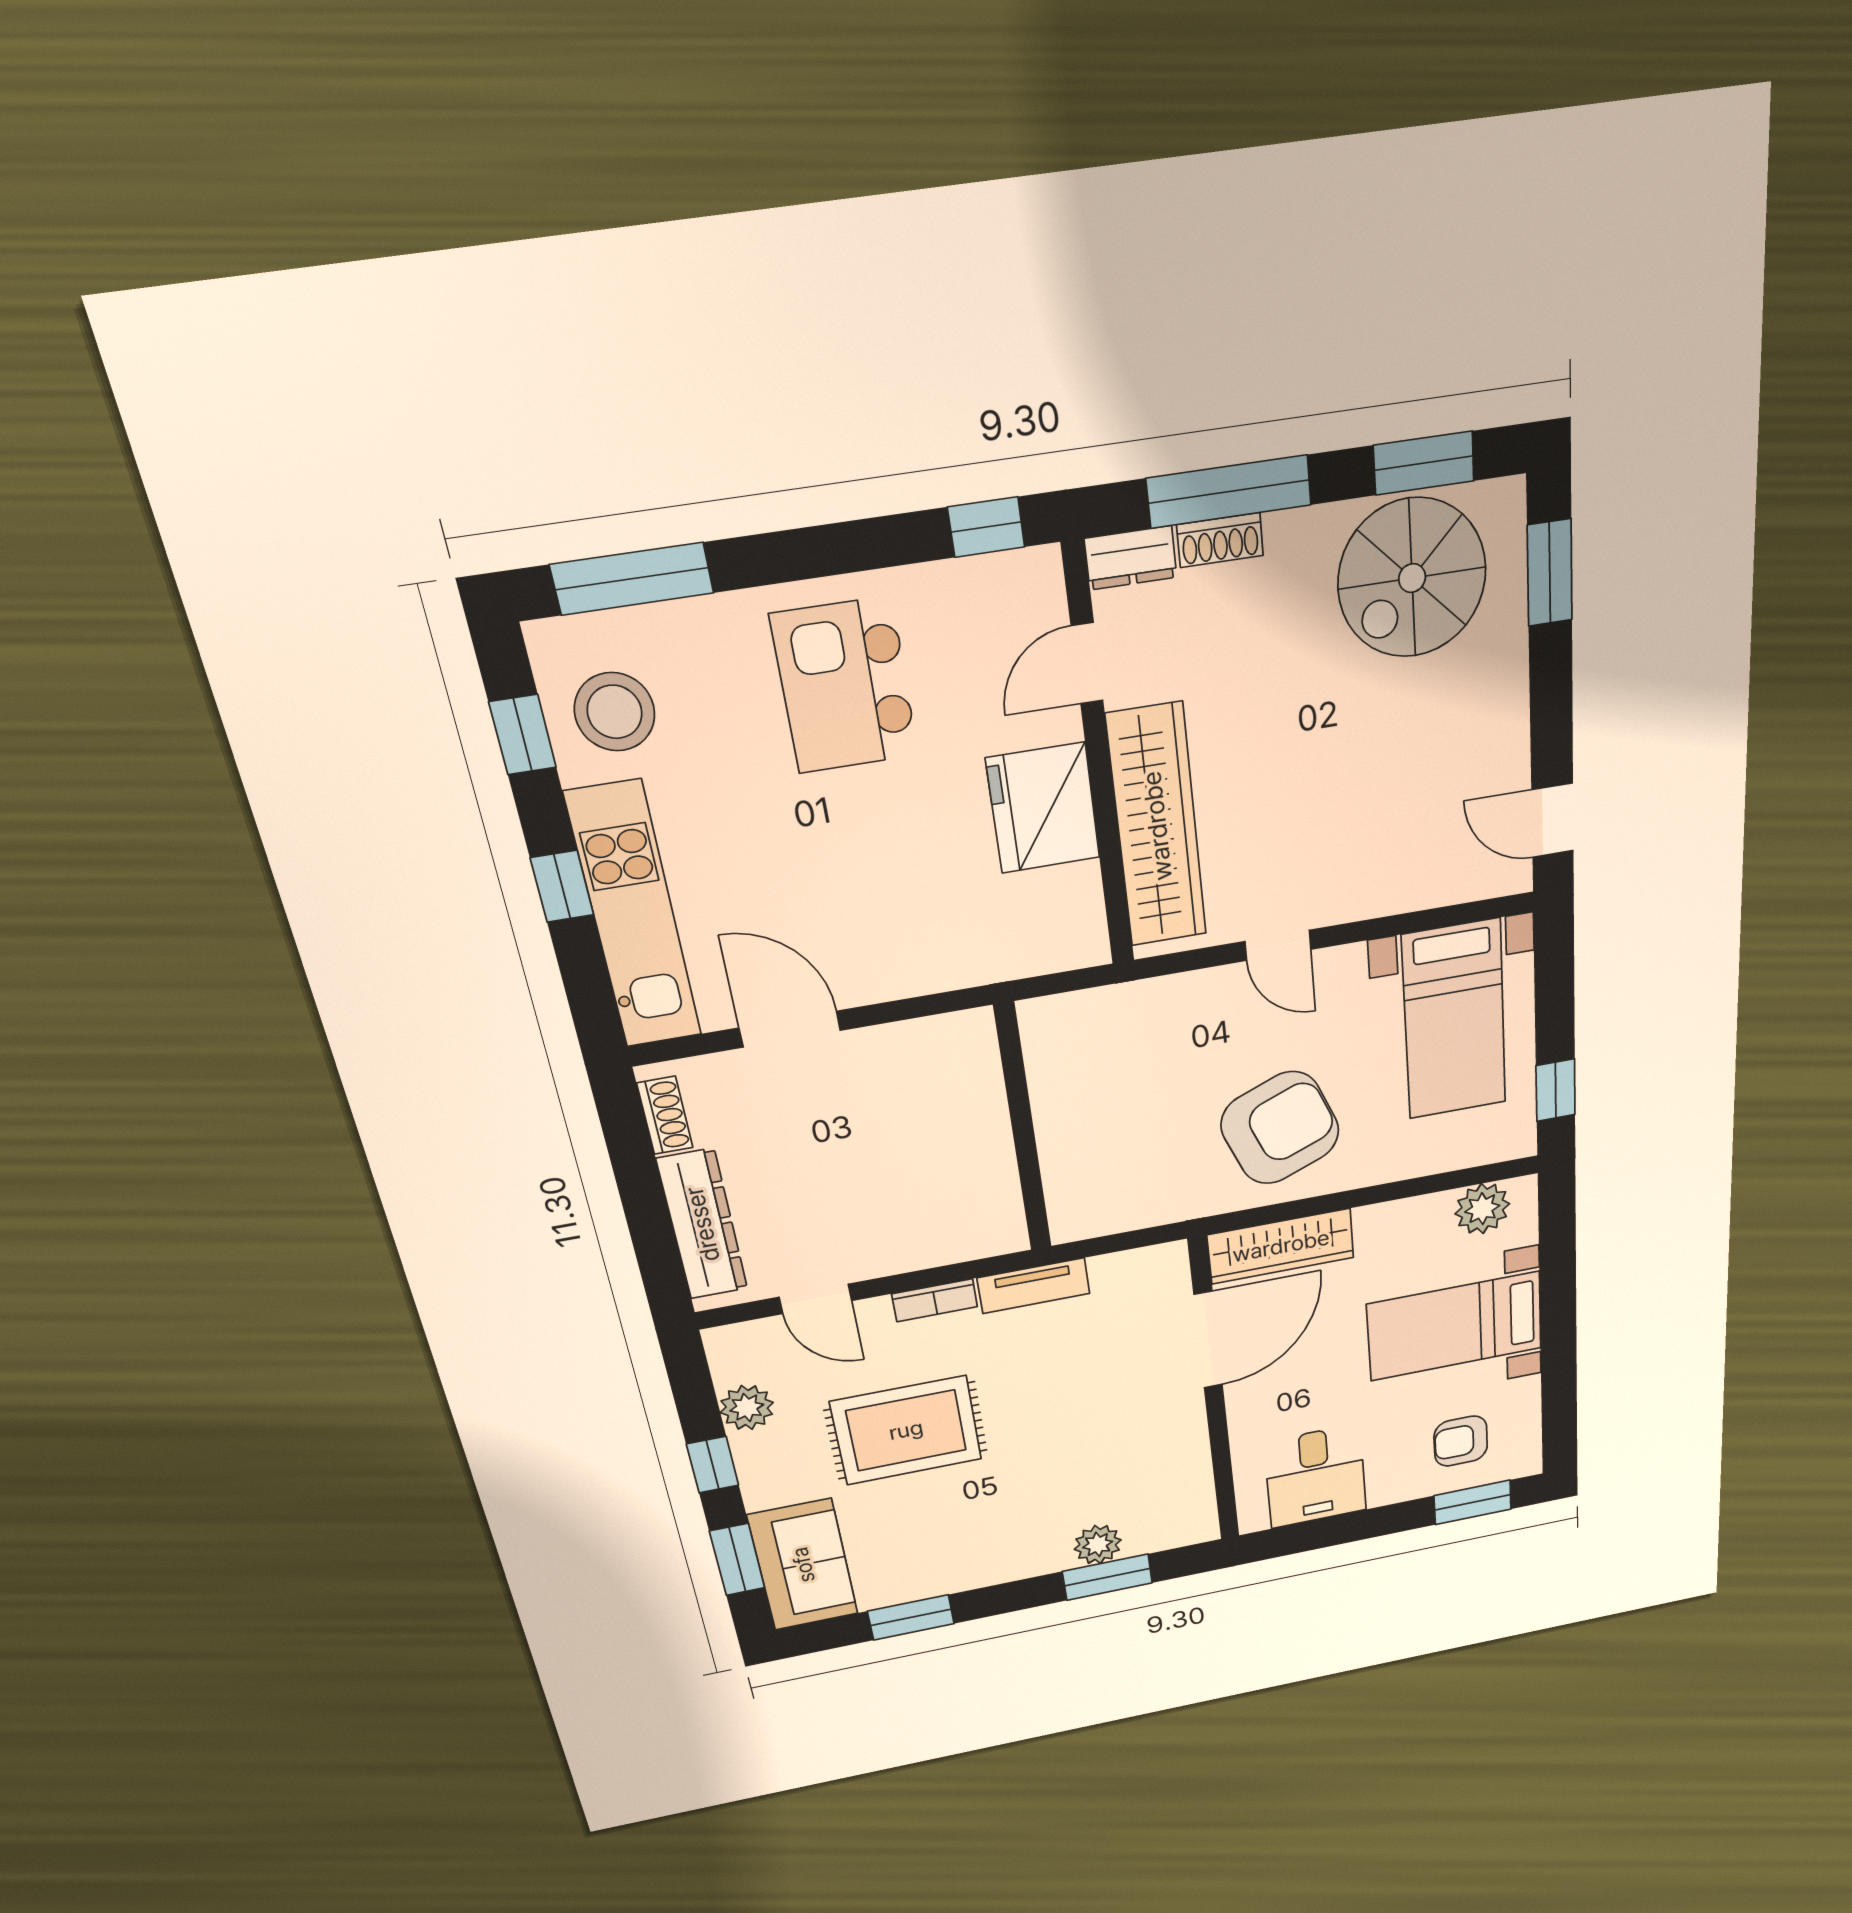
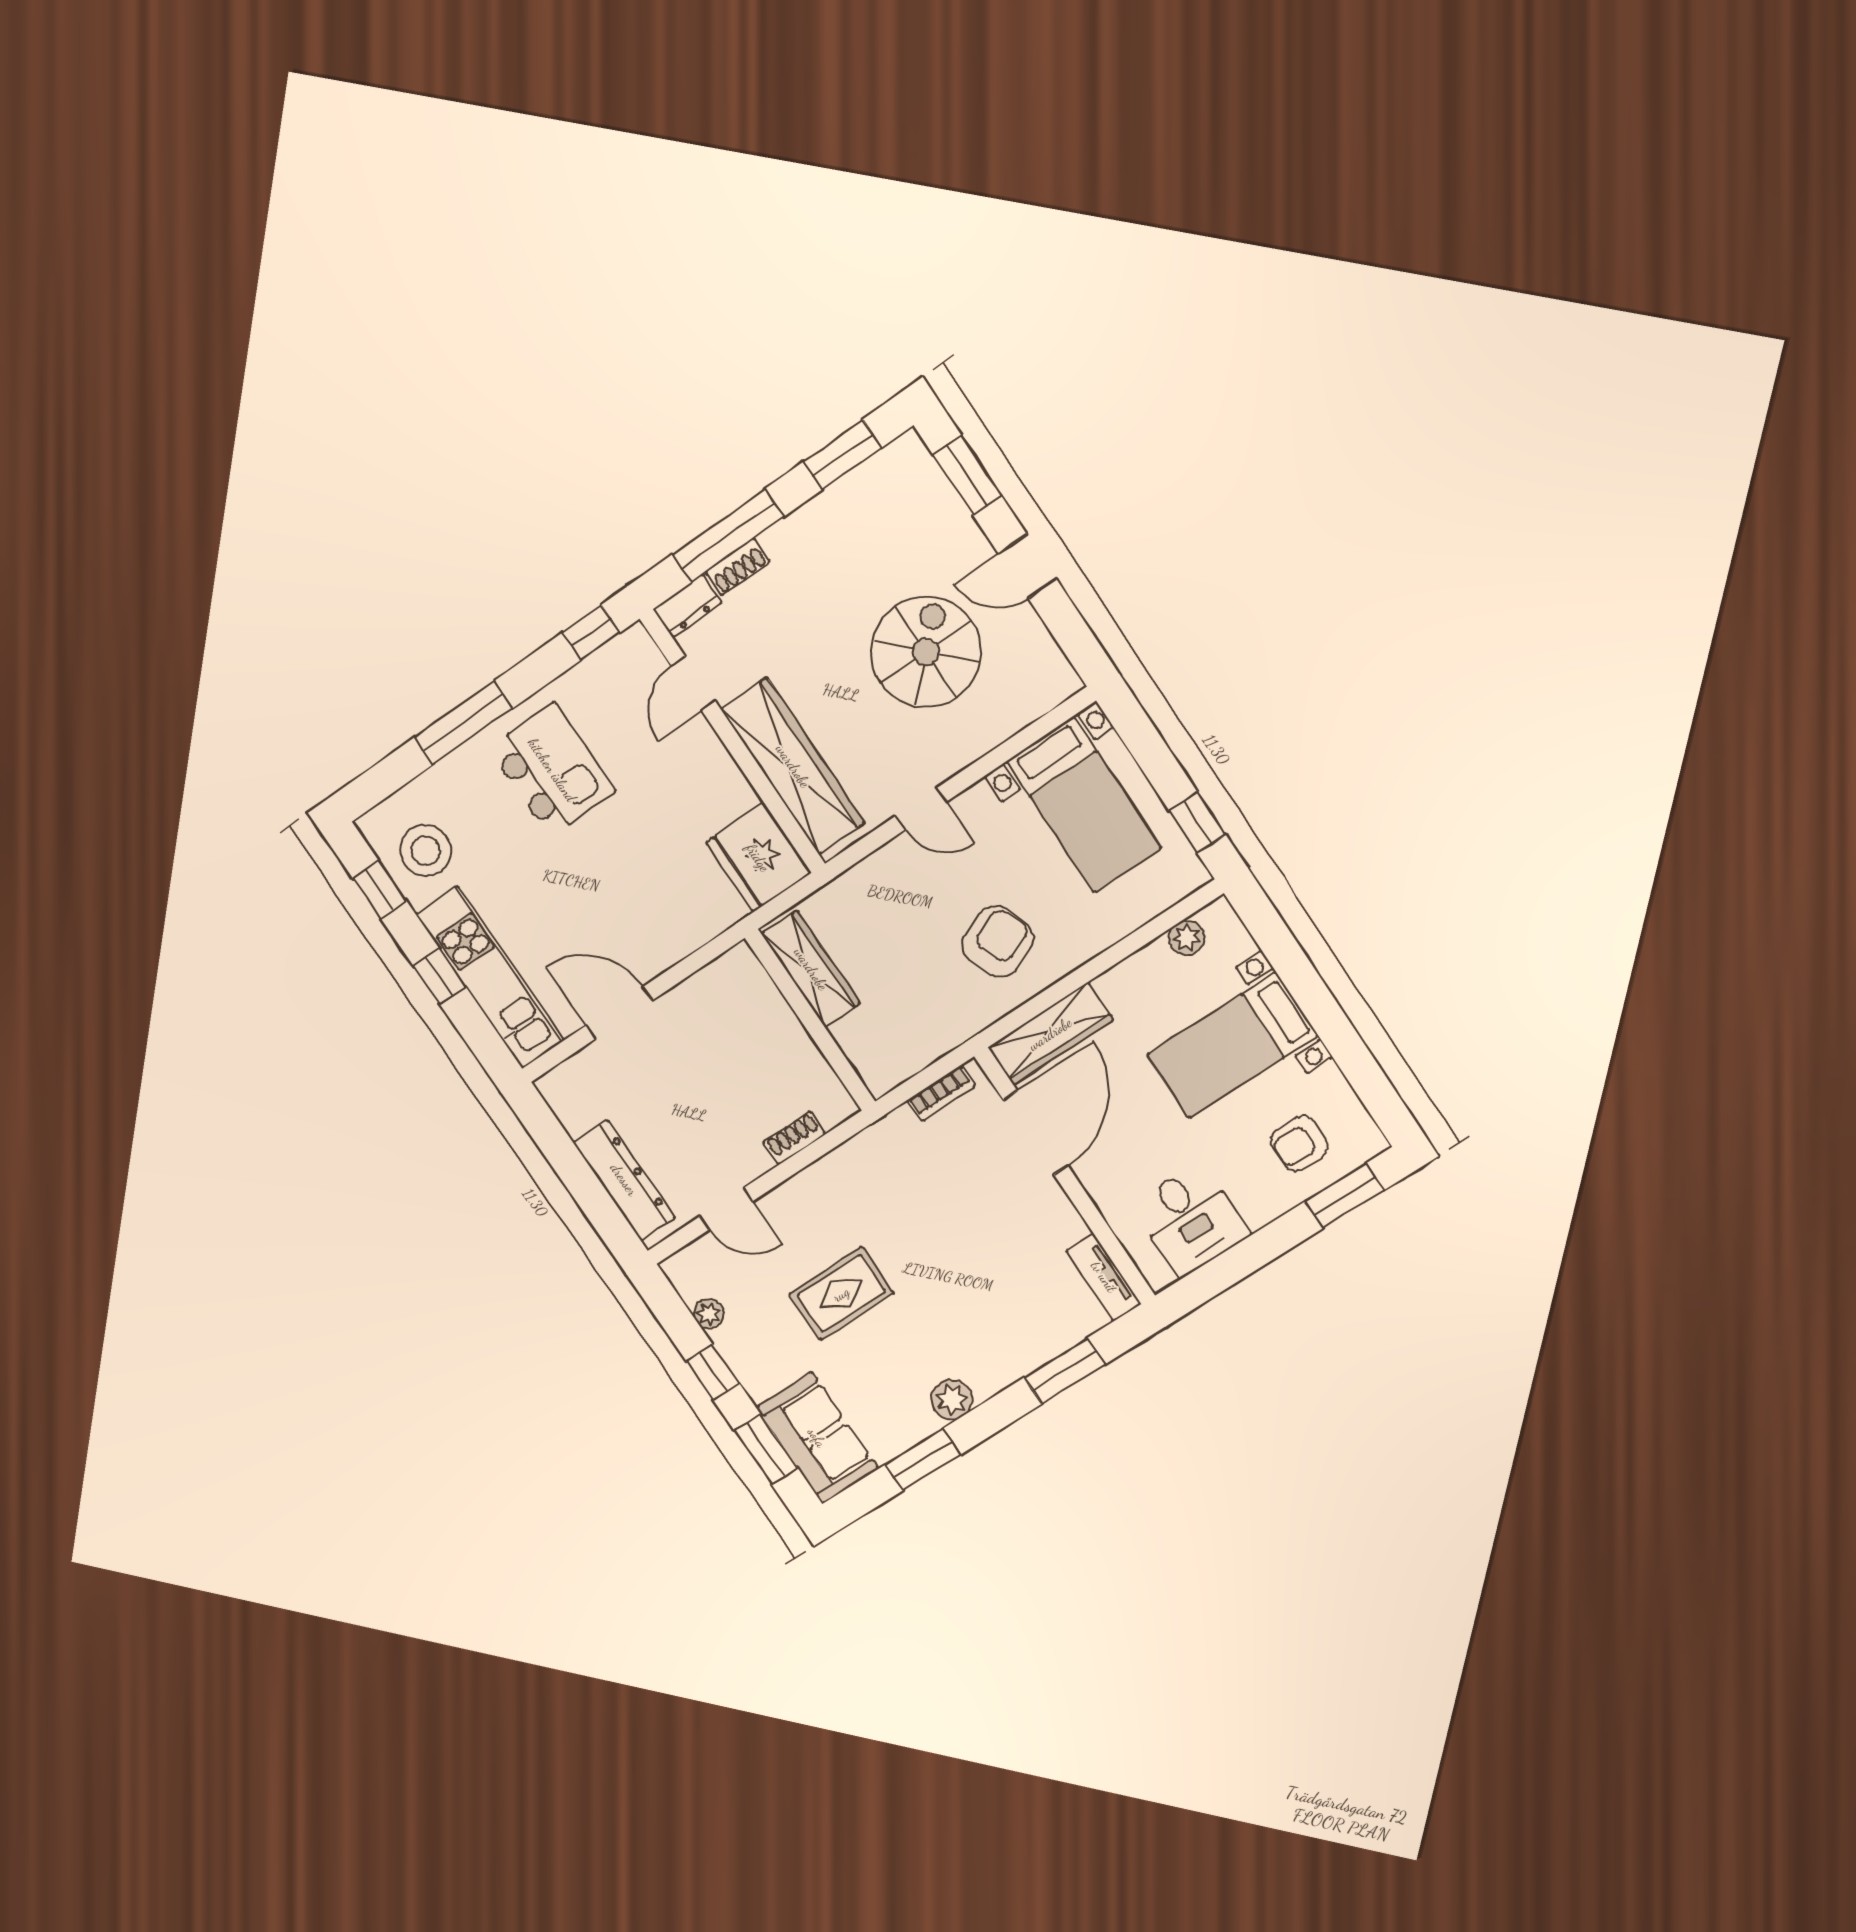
spiral stairs: (1412, 578) -> (926, 652), moved, turned 180
window: (632, 579) -> (463, 723), moved
kitchen island: (845, 686) -> (552, 770), turned 180
fridge: (1043, 808) -> (758, 858), moved
door: (1553, 820) -> (1027, 566), moved
wardrobe: (1054, 1073) -> (811, 969), added
shoe rack: (665, 1115) -> (794, 1138), moved, turned -90
armchair: (1280, 1128) -> (998, 942), width x0.73, depth x0.73
plant: (1482, 1209) -> (1187, 938), width x0.73, depth x0.73
tv unit: (1034, 1286) -> (1104, 1277), moved, turned 90
bookcase: (935, 1300) -> (941, 1093), moved
plant: (747, 1408) -> (709, 1314), width x0.73, depth x0.73
rug: (906, 1430) -> (841, 1294), width x0.73, depth x0.70
plant: (1098, 1545) -> (952, 1399), moved

